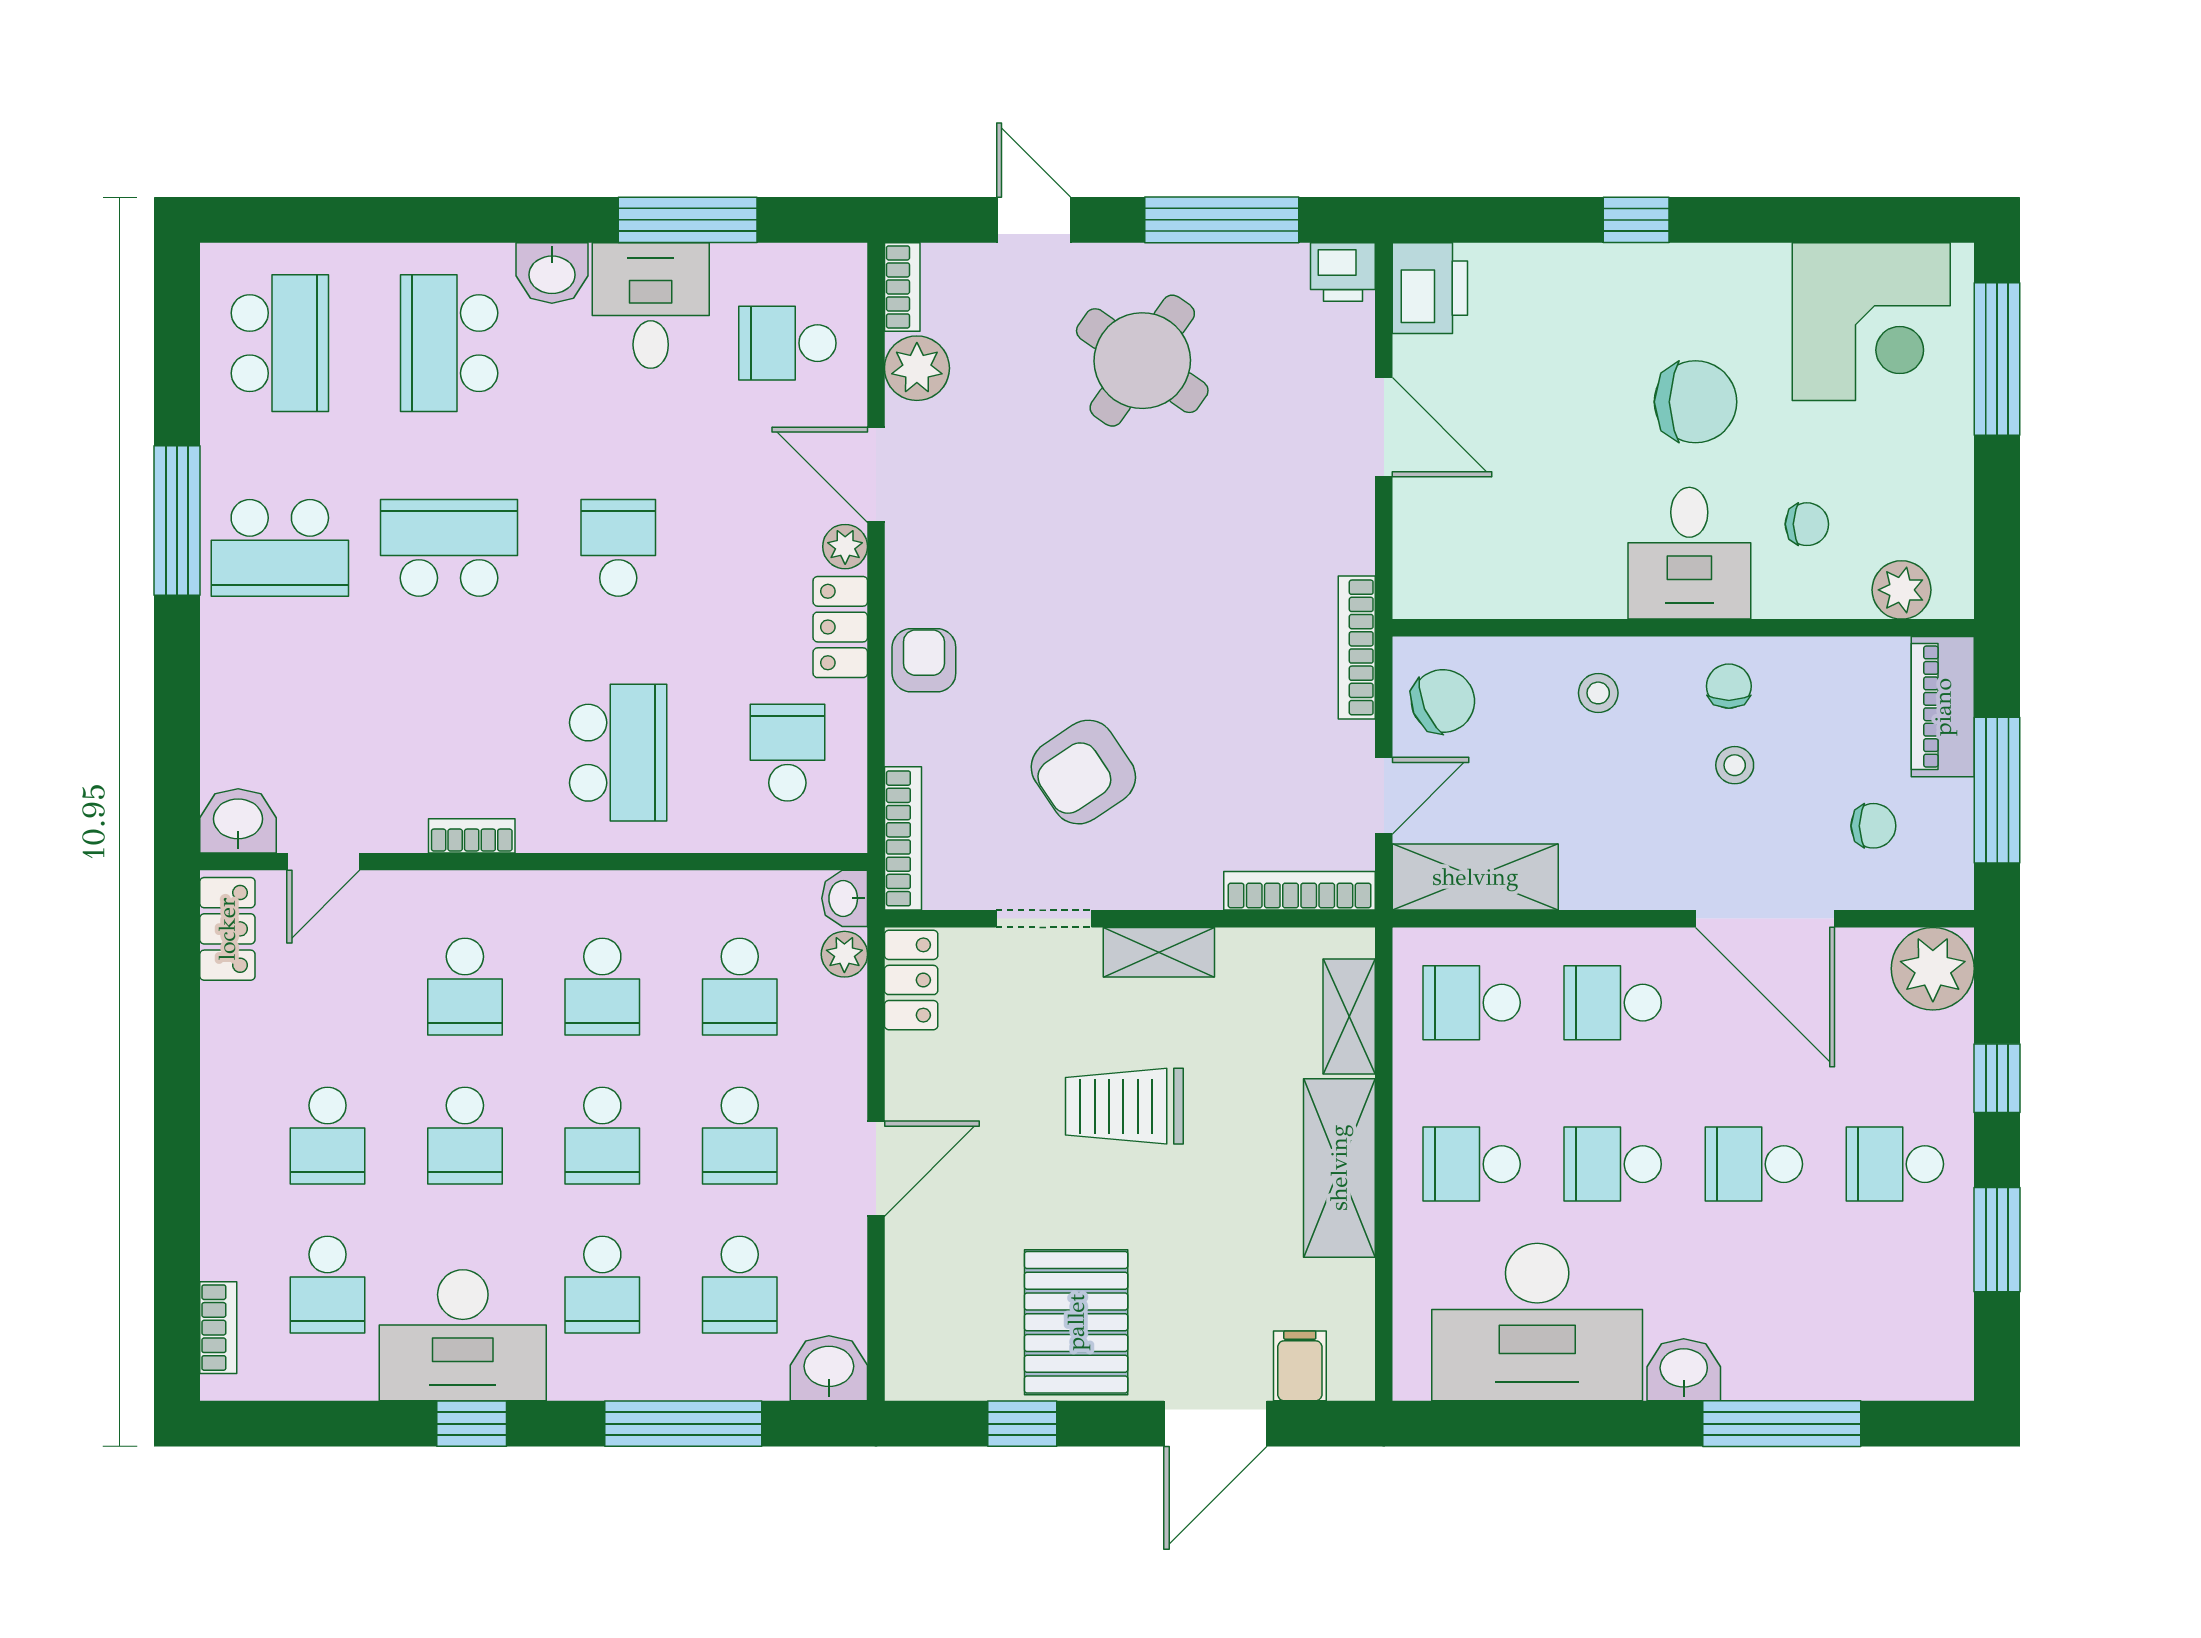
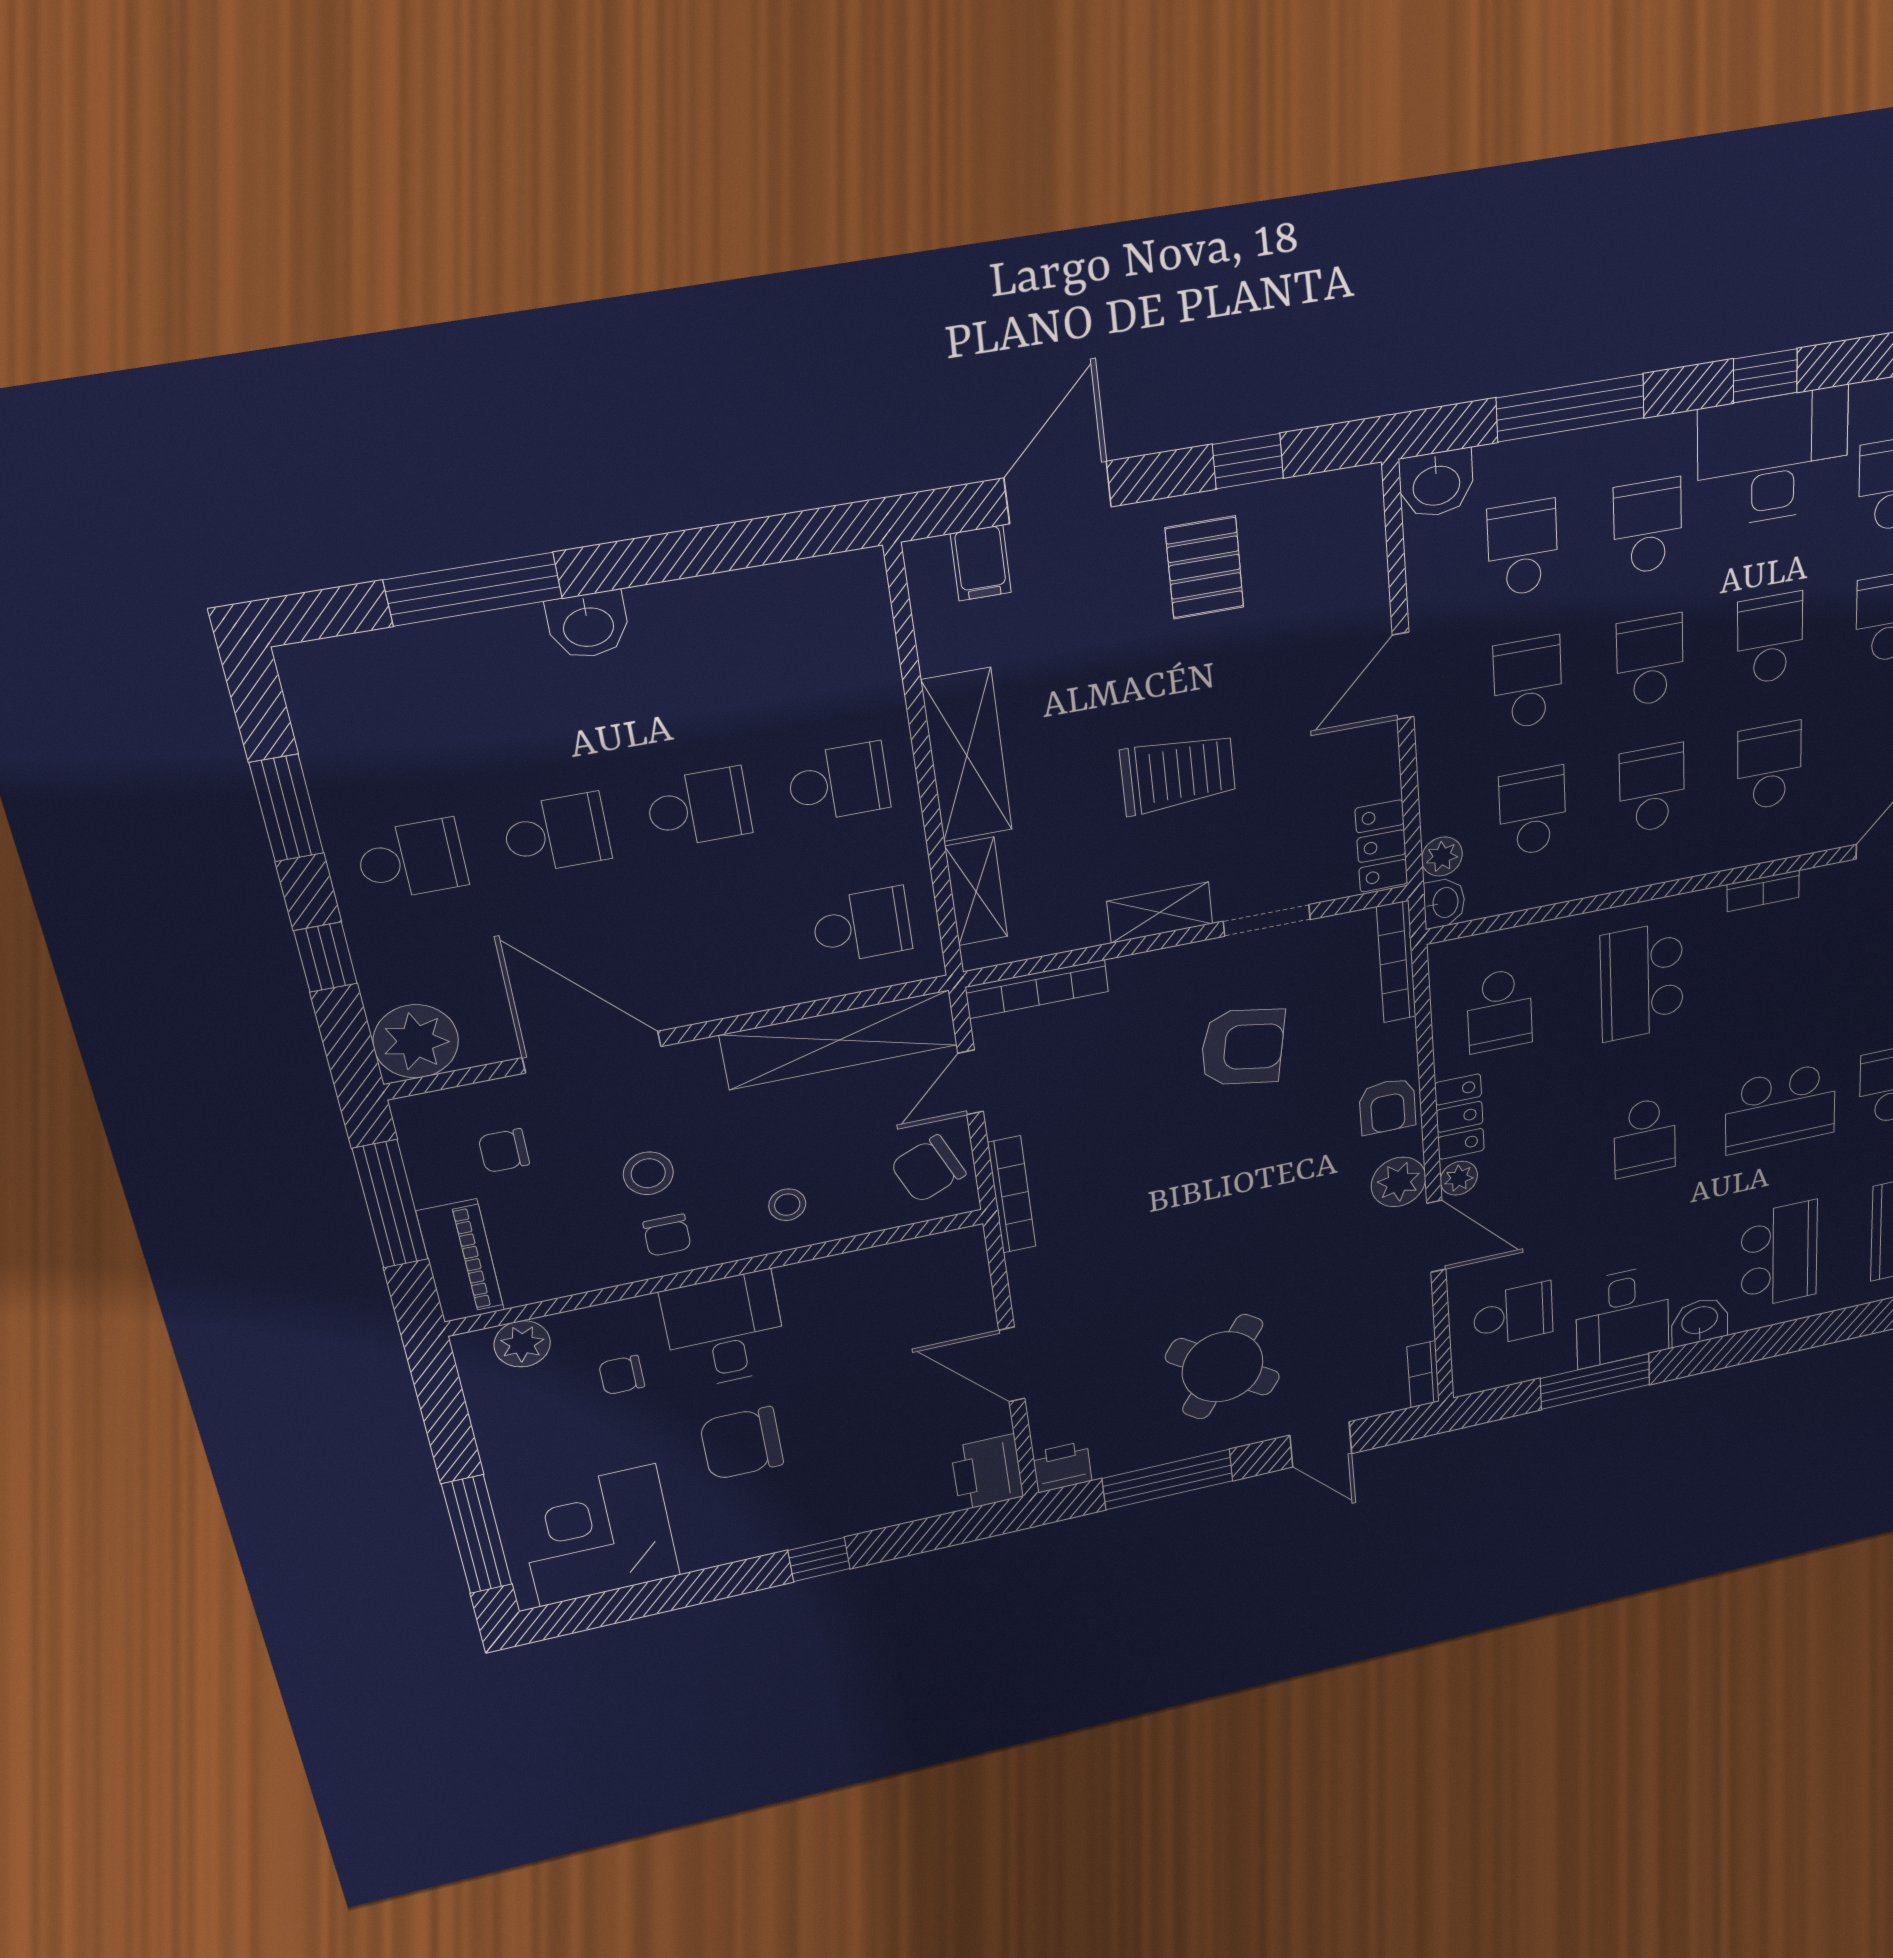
plant: (917, 368) -> (1399, 1182), moved
stool: (1735, 765) -> (648, 1173), width x1.37, depth x1.37
armchair: (1083, 772) -> (1242, 1047), turned 44
shelving: (1475, 877) -> (839, 1040), width x1.47
school desk: (1613, 1003) -> (726, 951), removed
pallet: (1076, 1322) -> (1204, 568), width x0.67, depth x0.71
desk: (1537, 1322) -> (748, 646), removed

